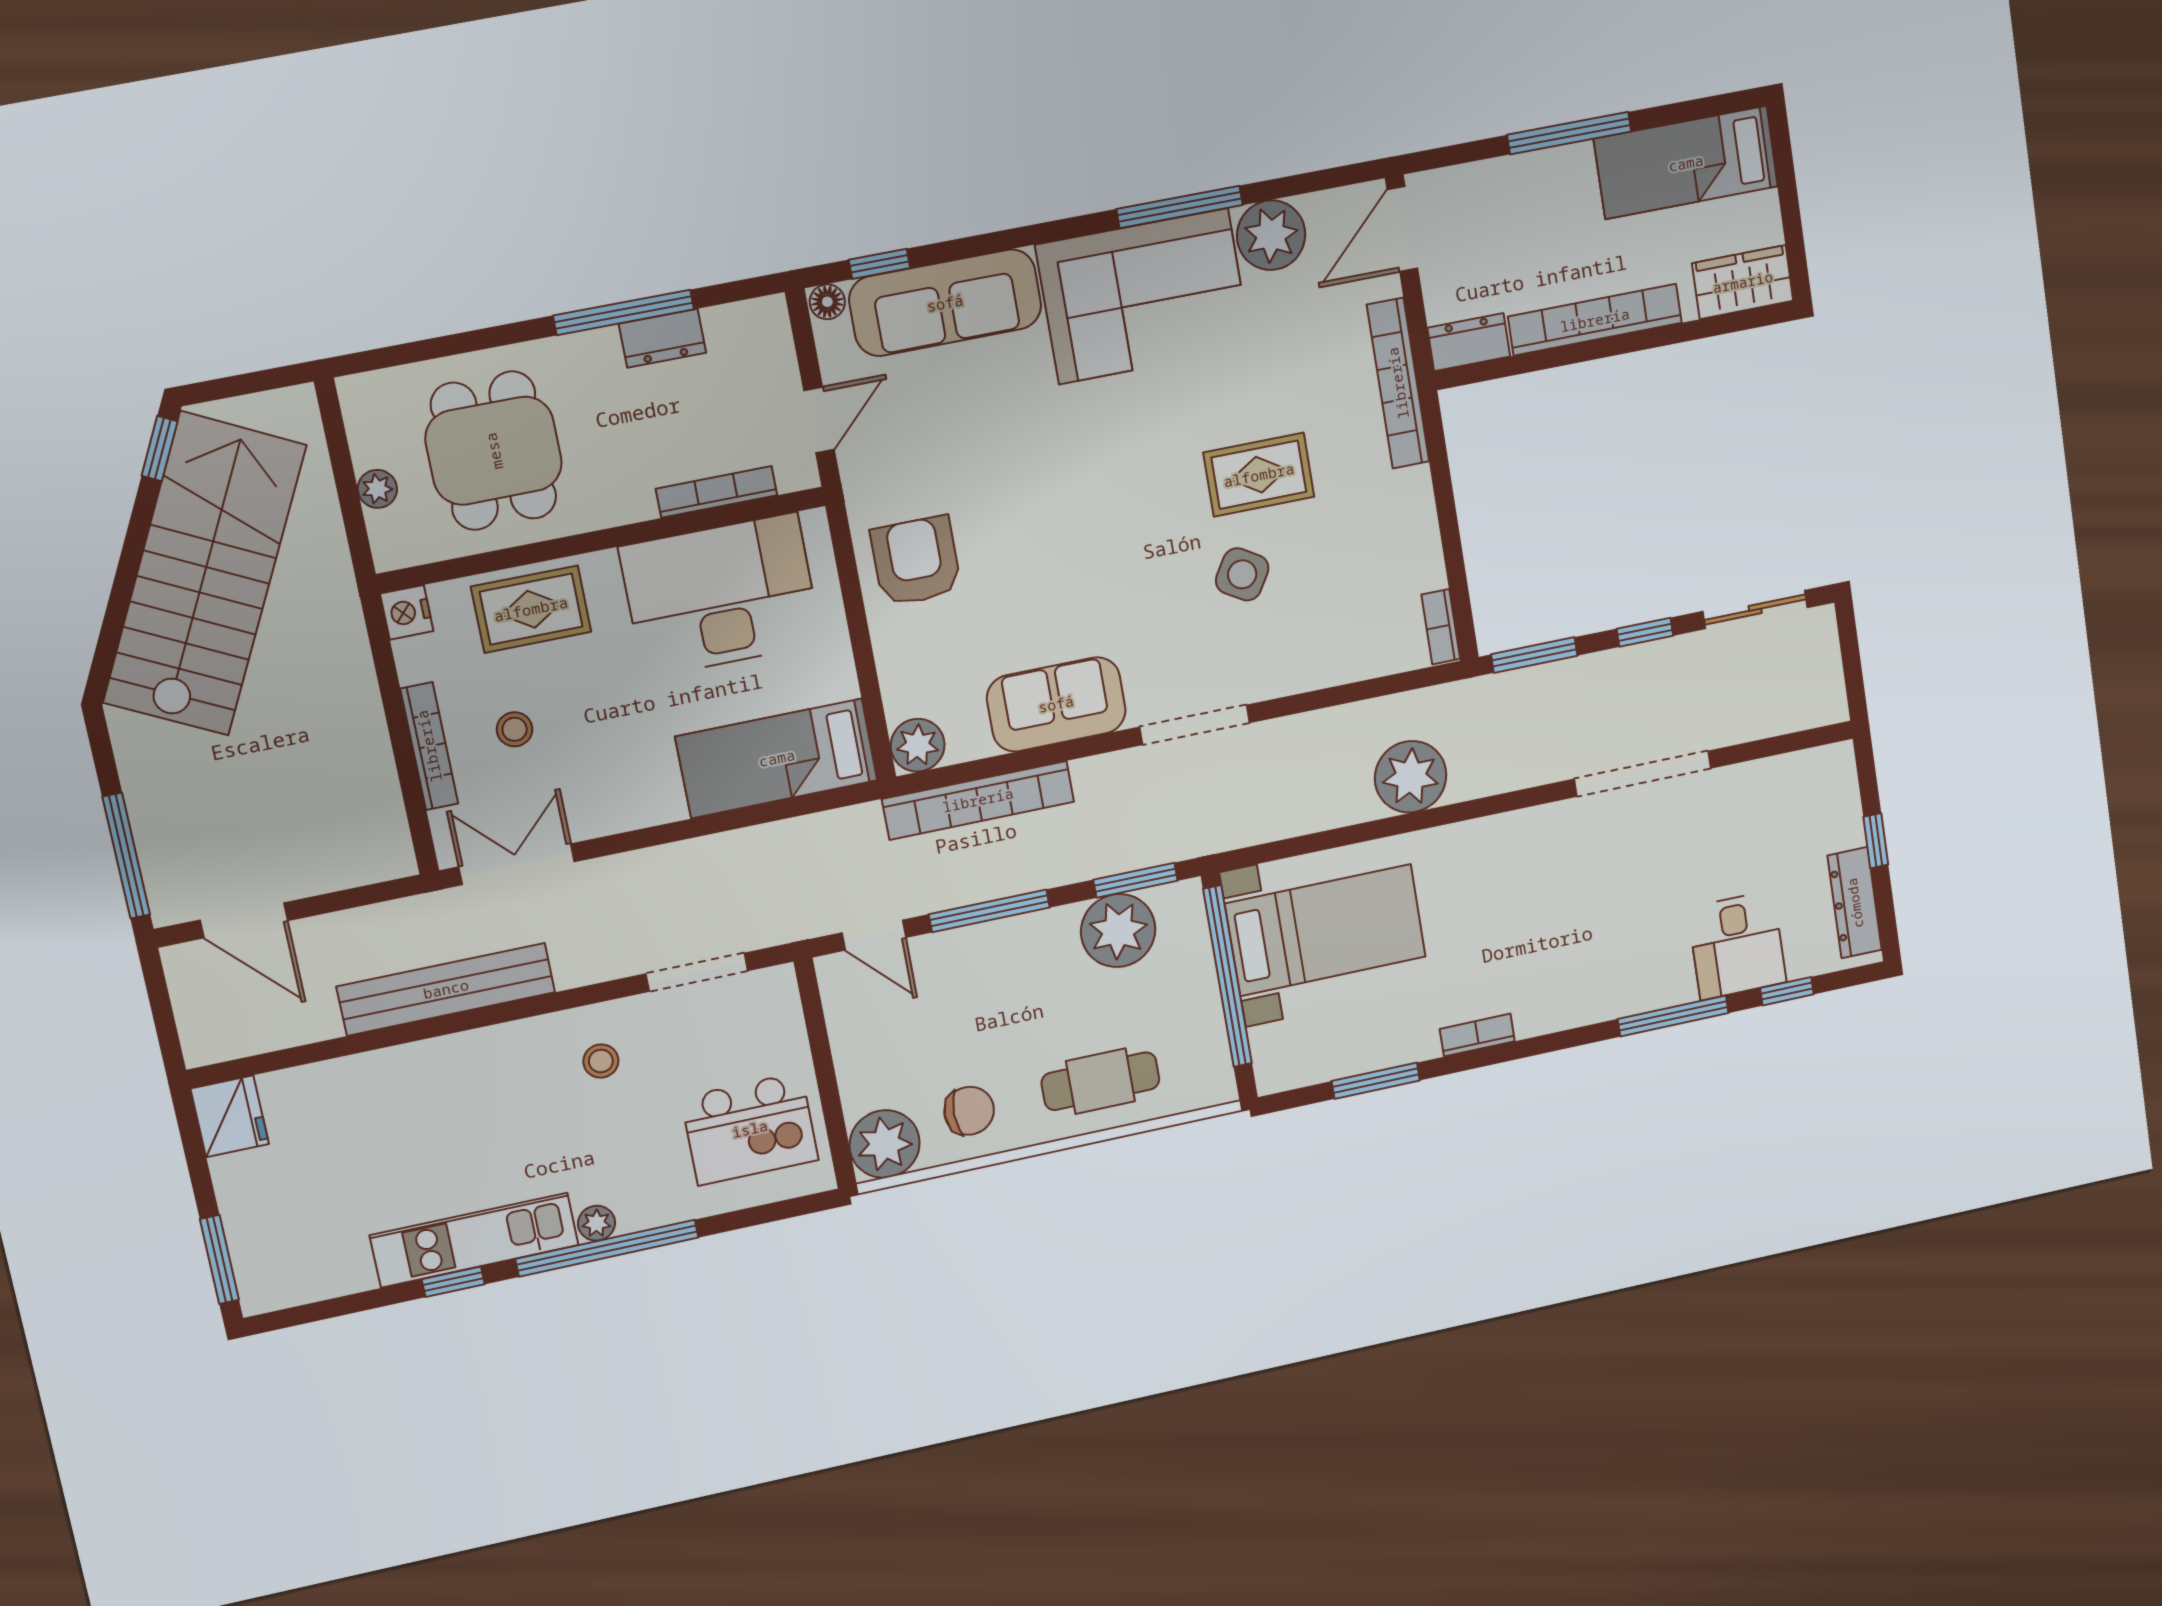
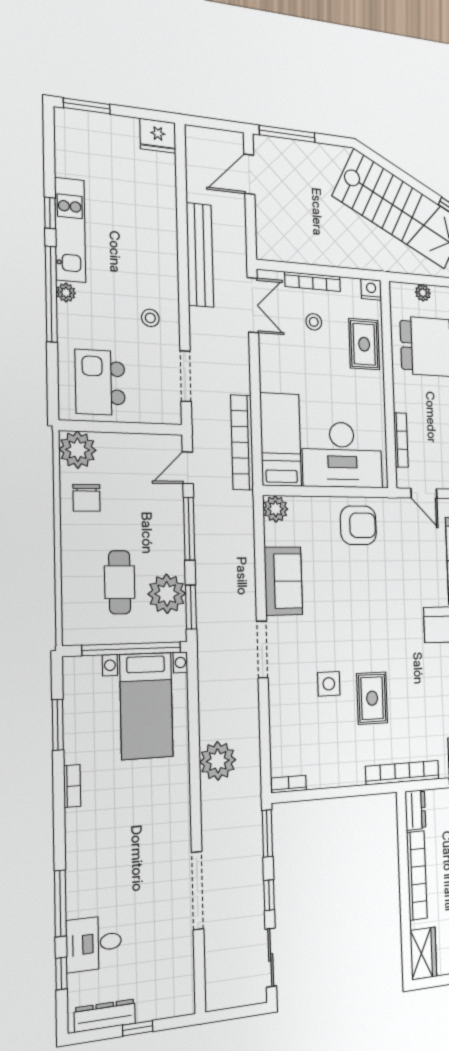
side table: (1242, 574) -> (329, 684), turned -31
desk: (721, 595) -> (342, 455), moved, turned 90
bookcase: (978, 800) -> (242, 442), moved
cafe table: (1100, 1081) -> (120, 582), moved

